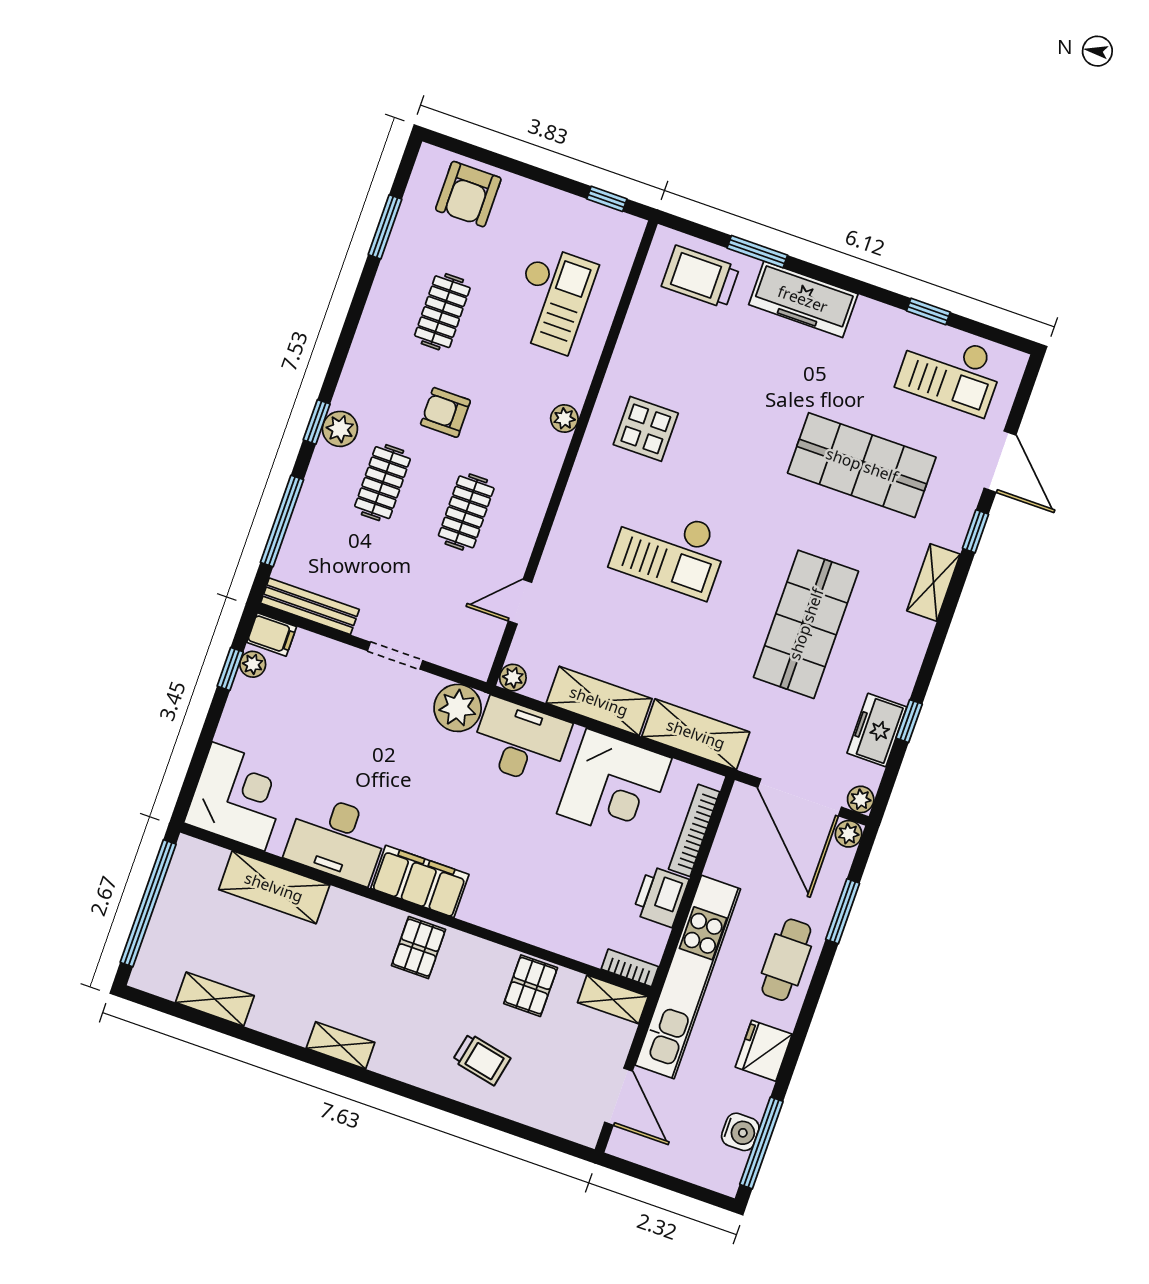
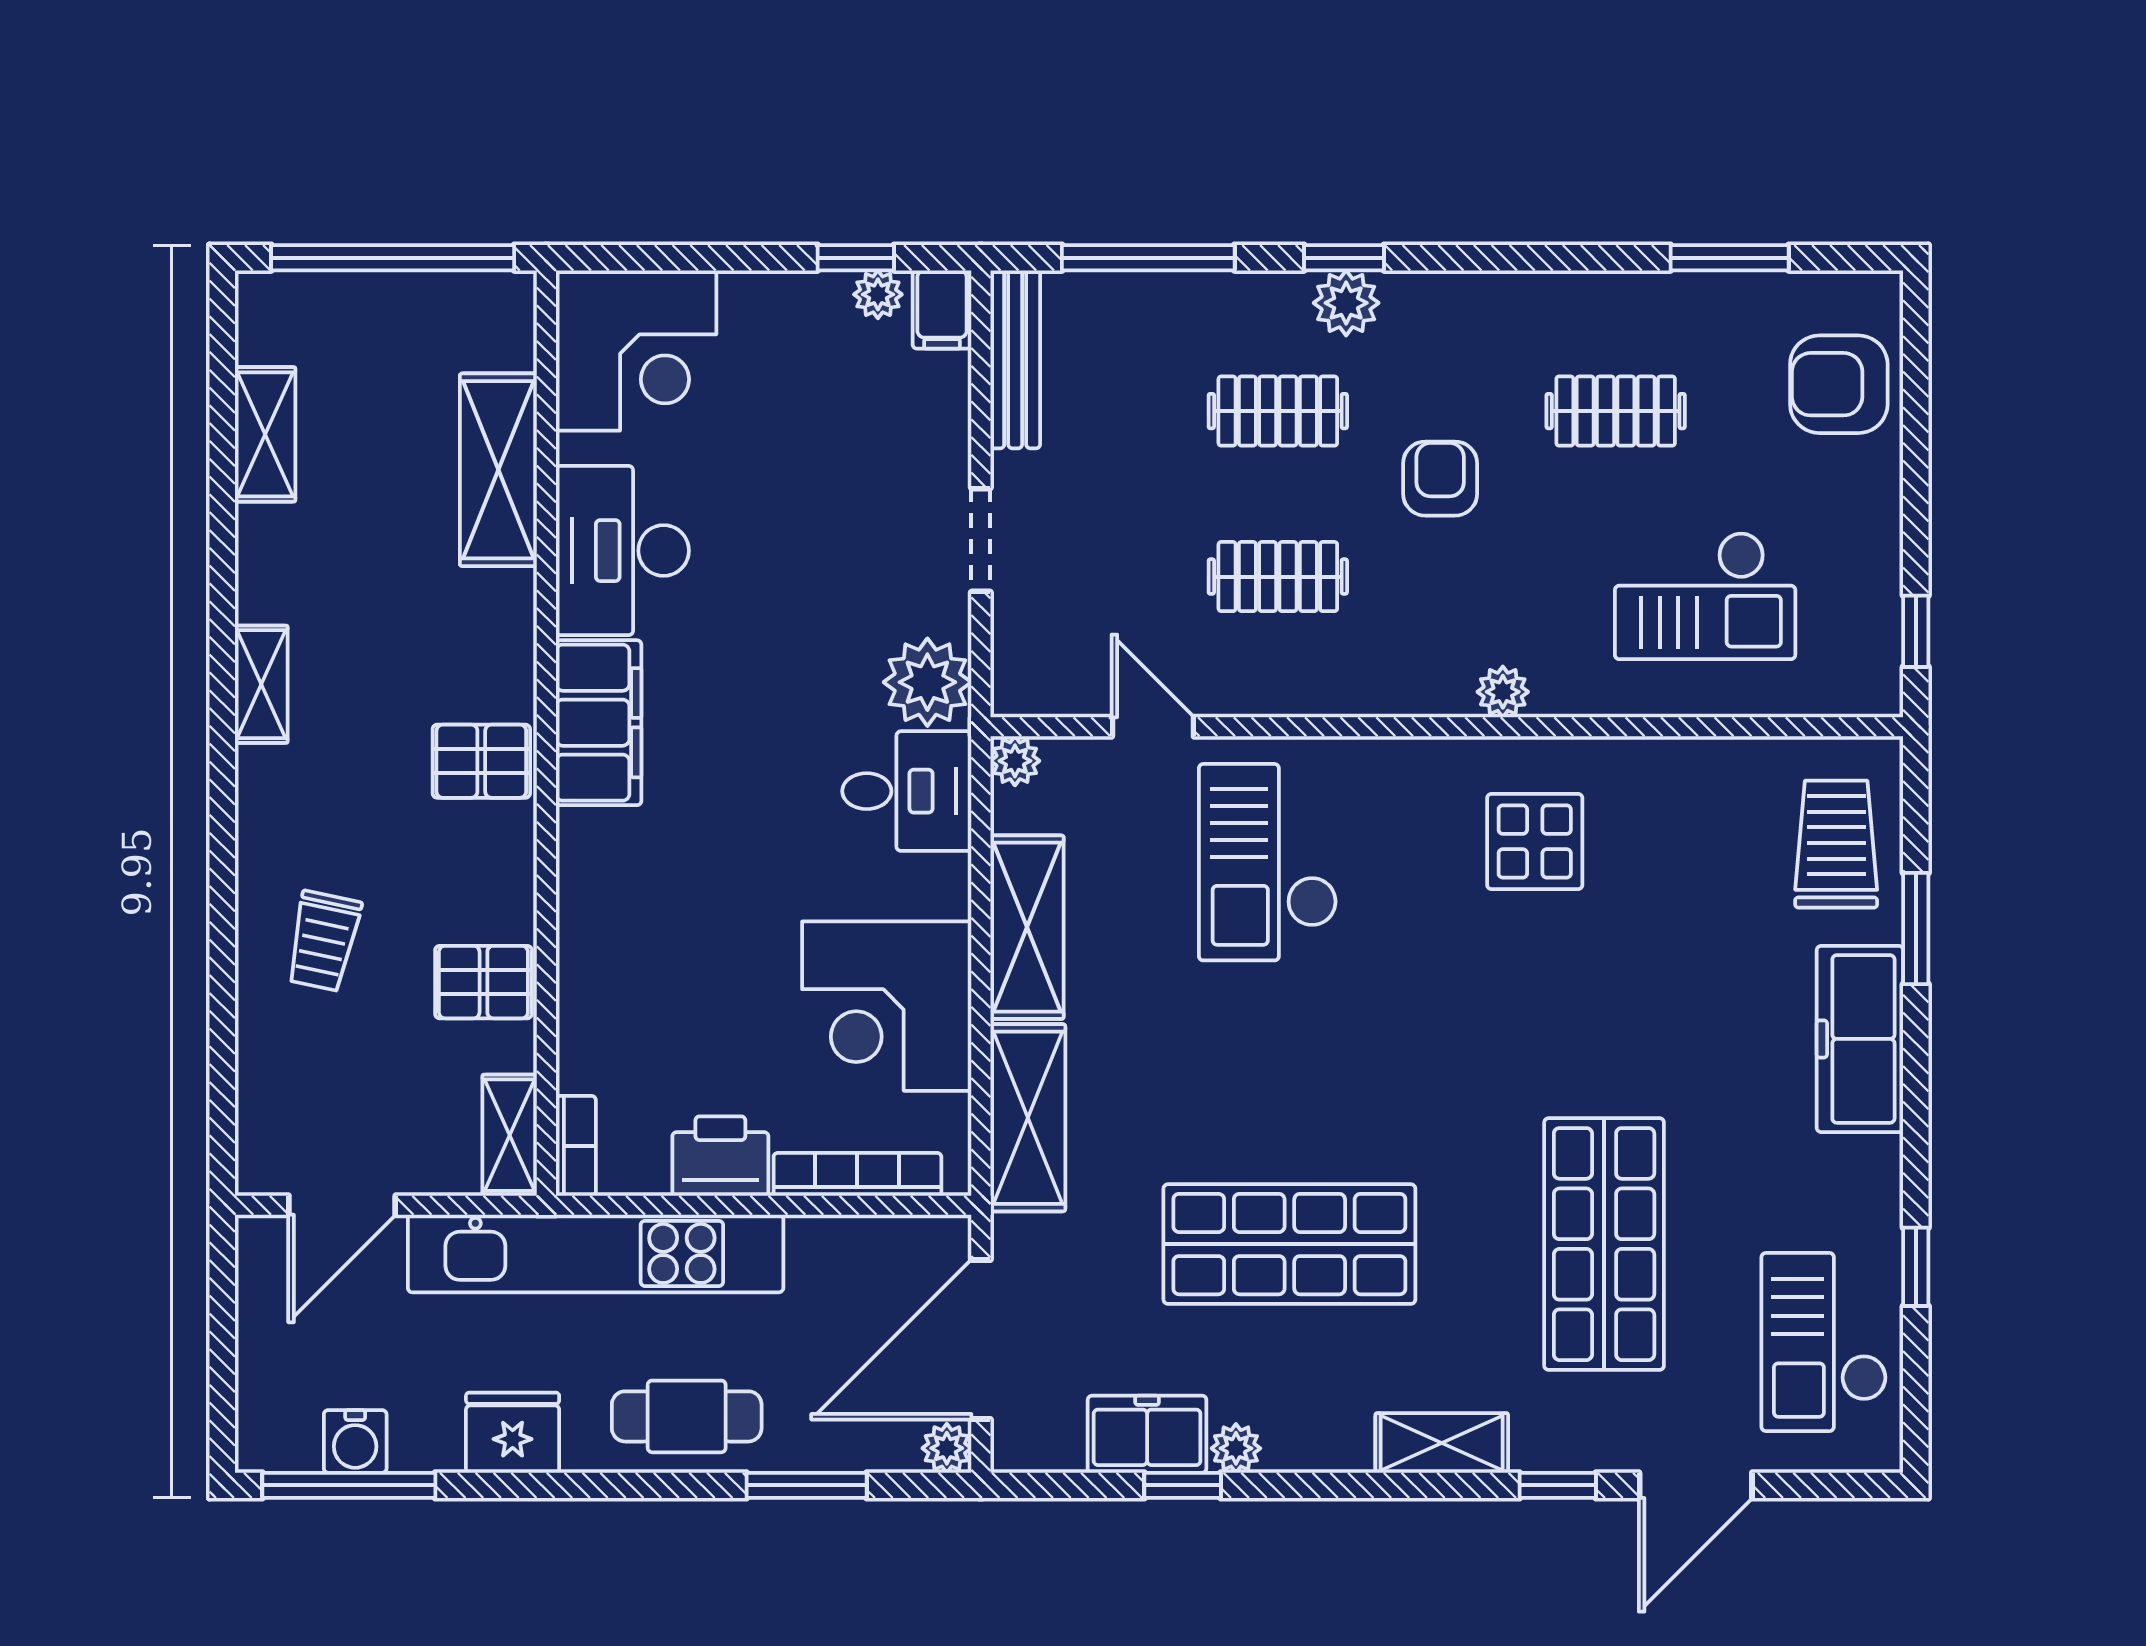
checkout: (669, 550) -> (1268, 862), moved
desk: (520, 742) -> (907, 791), width x0.73
plant: (861, 799) -> (1236, 1448), moved

